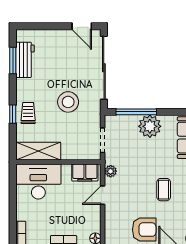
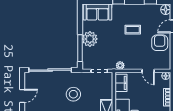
door: (82, 26) -> (22, 96), moved
door: (103, 195) -> (148, 71), moved

